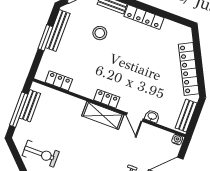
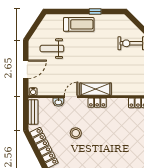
stool: (100, 33) -> (76, 133), moved
door: (135, 117) -> (71, 97), hinge flipped

